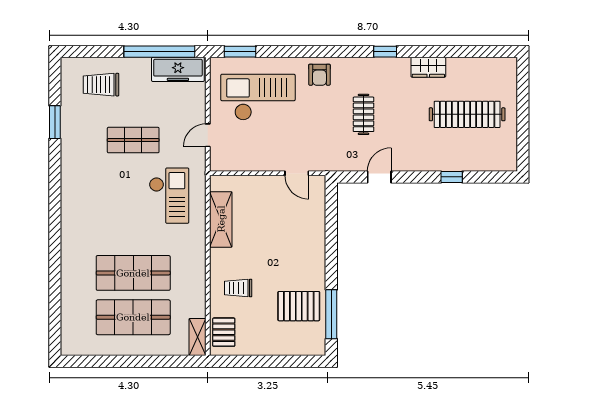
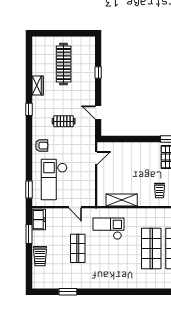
window: (159, 52) -> (29, 234), width x0.47
freezer: (178, 69) -> (39, 220), width x0.71
trolley: (101, 85) -> (40, 256), moved

